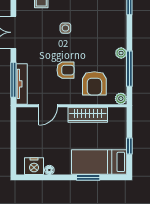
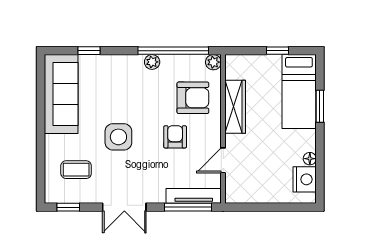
side table: (65, 28) -> (118, 137), width x1.87, depth x1.87
window: (129, 69) -> (173, 51), width x1.46
door: (48, 106) -> (223, 160), swing flipped

